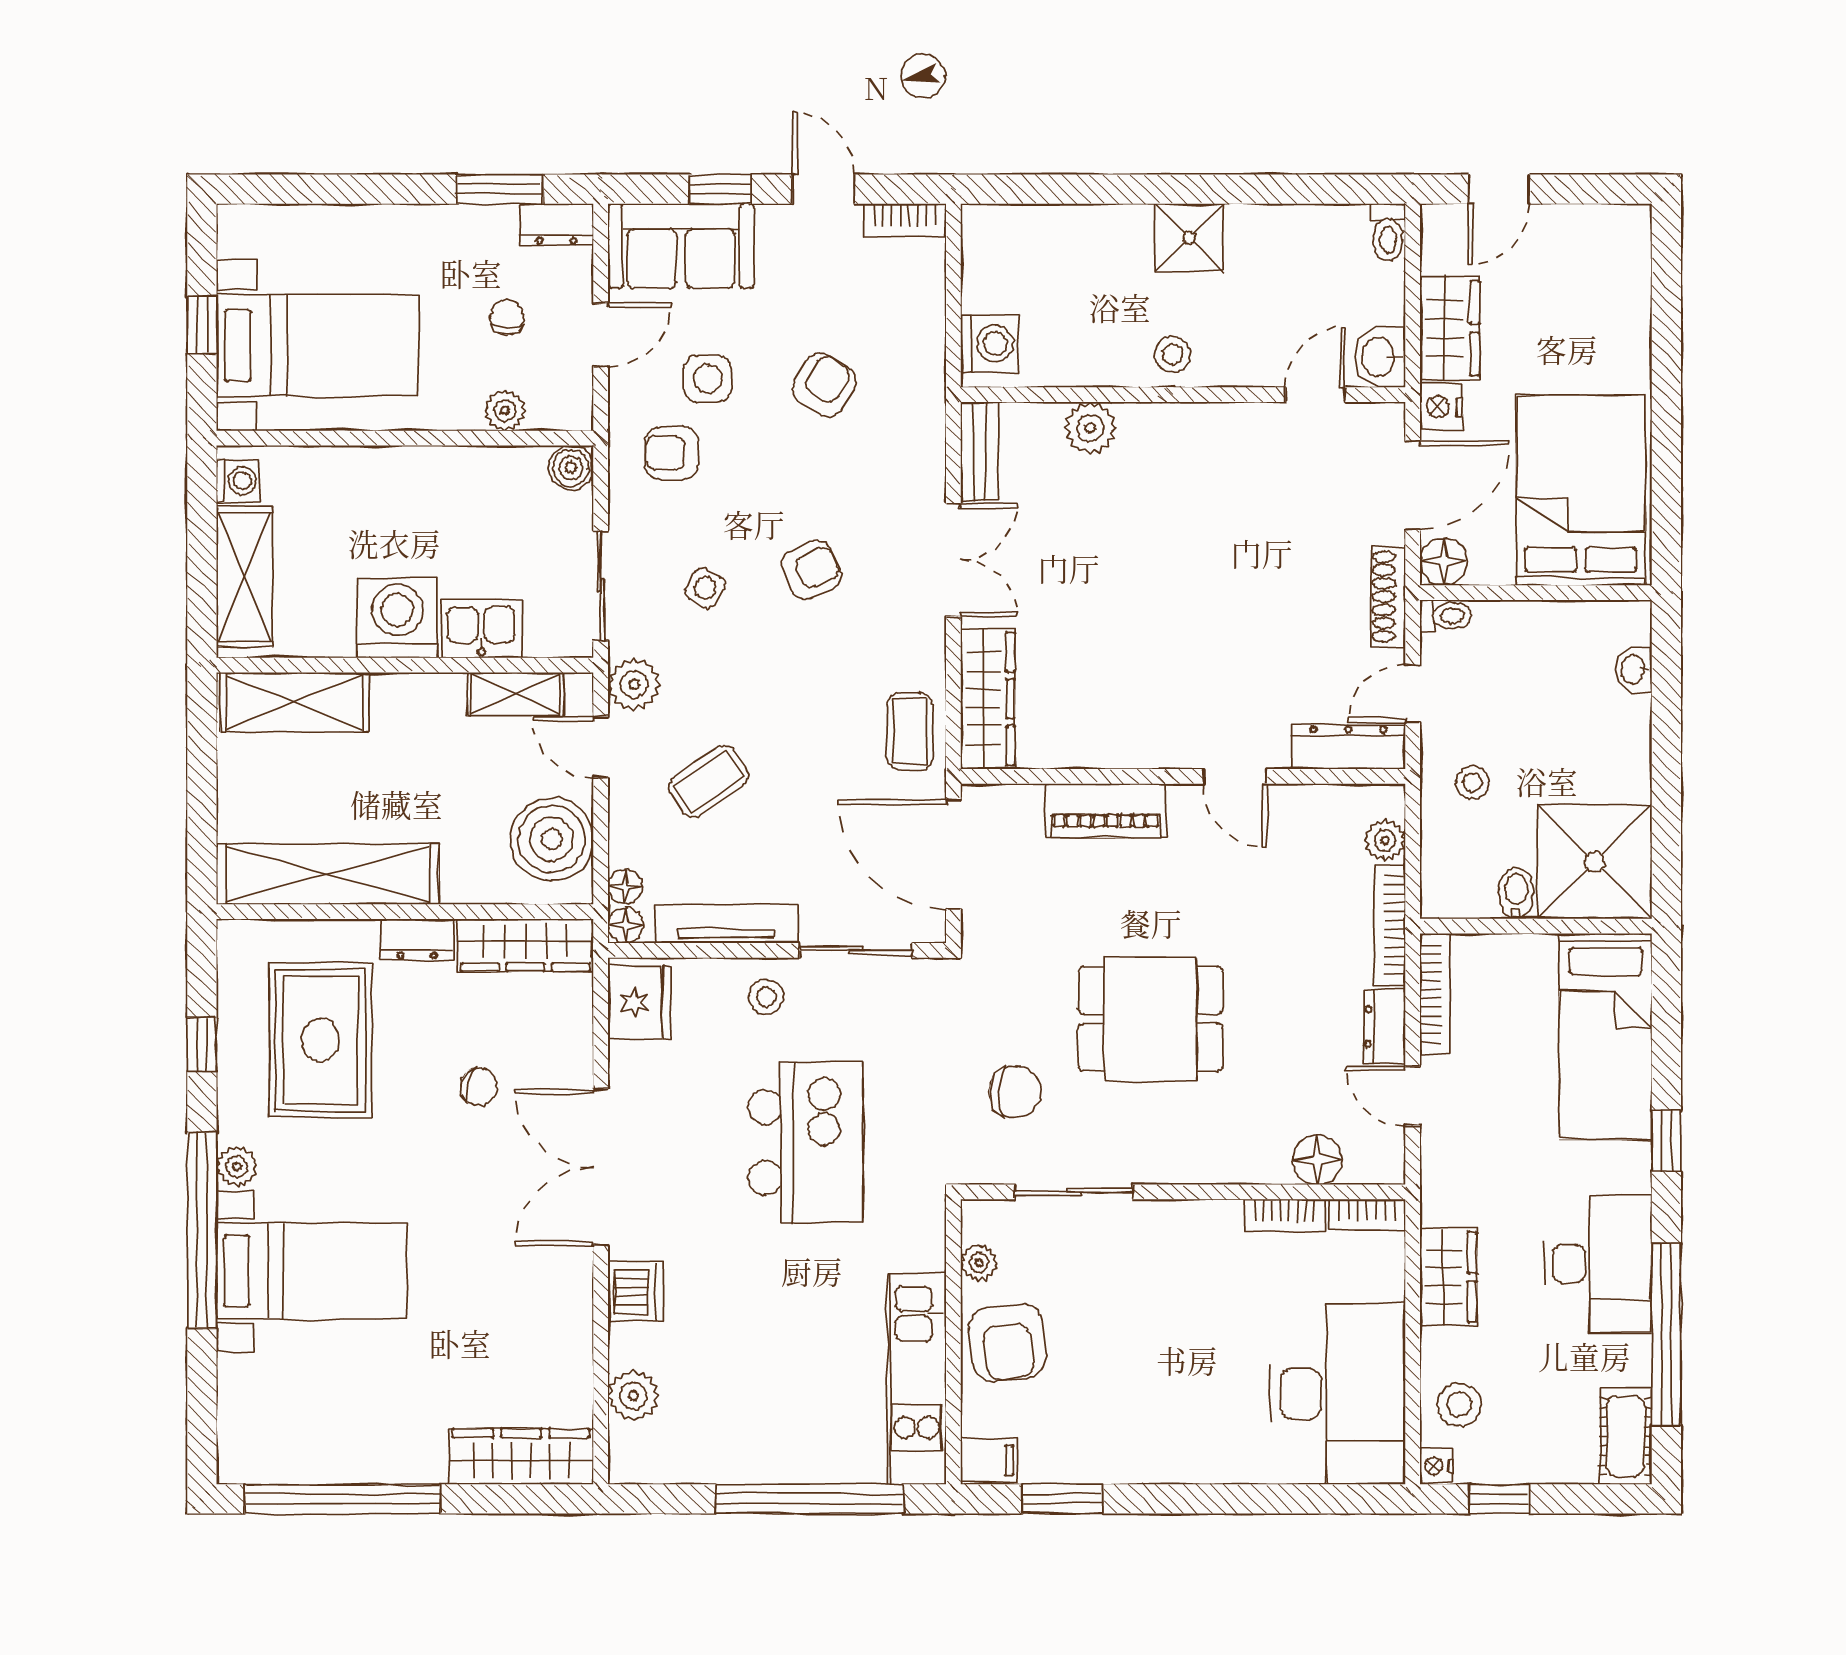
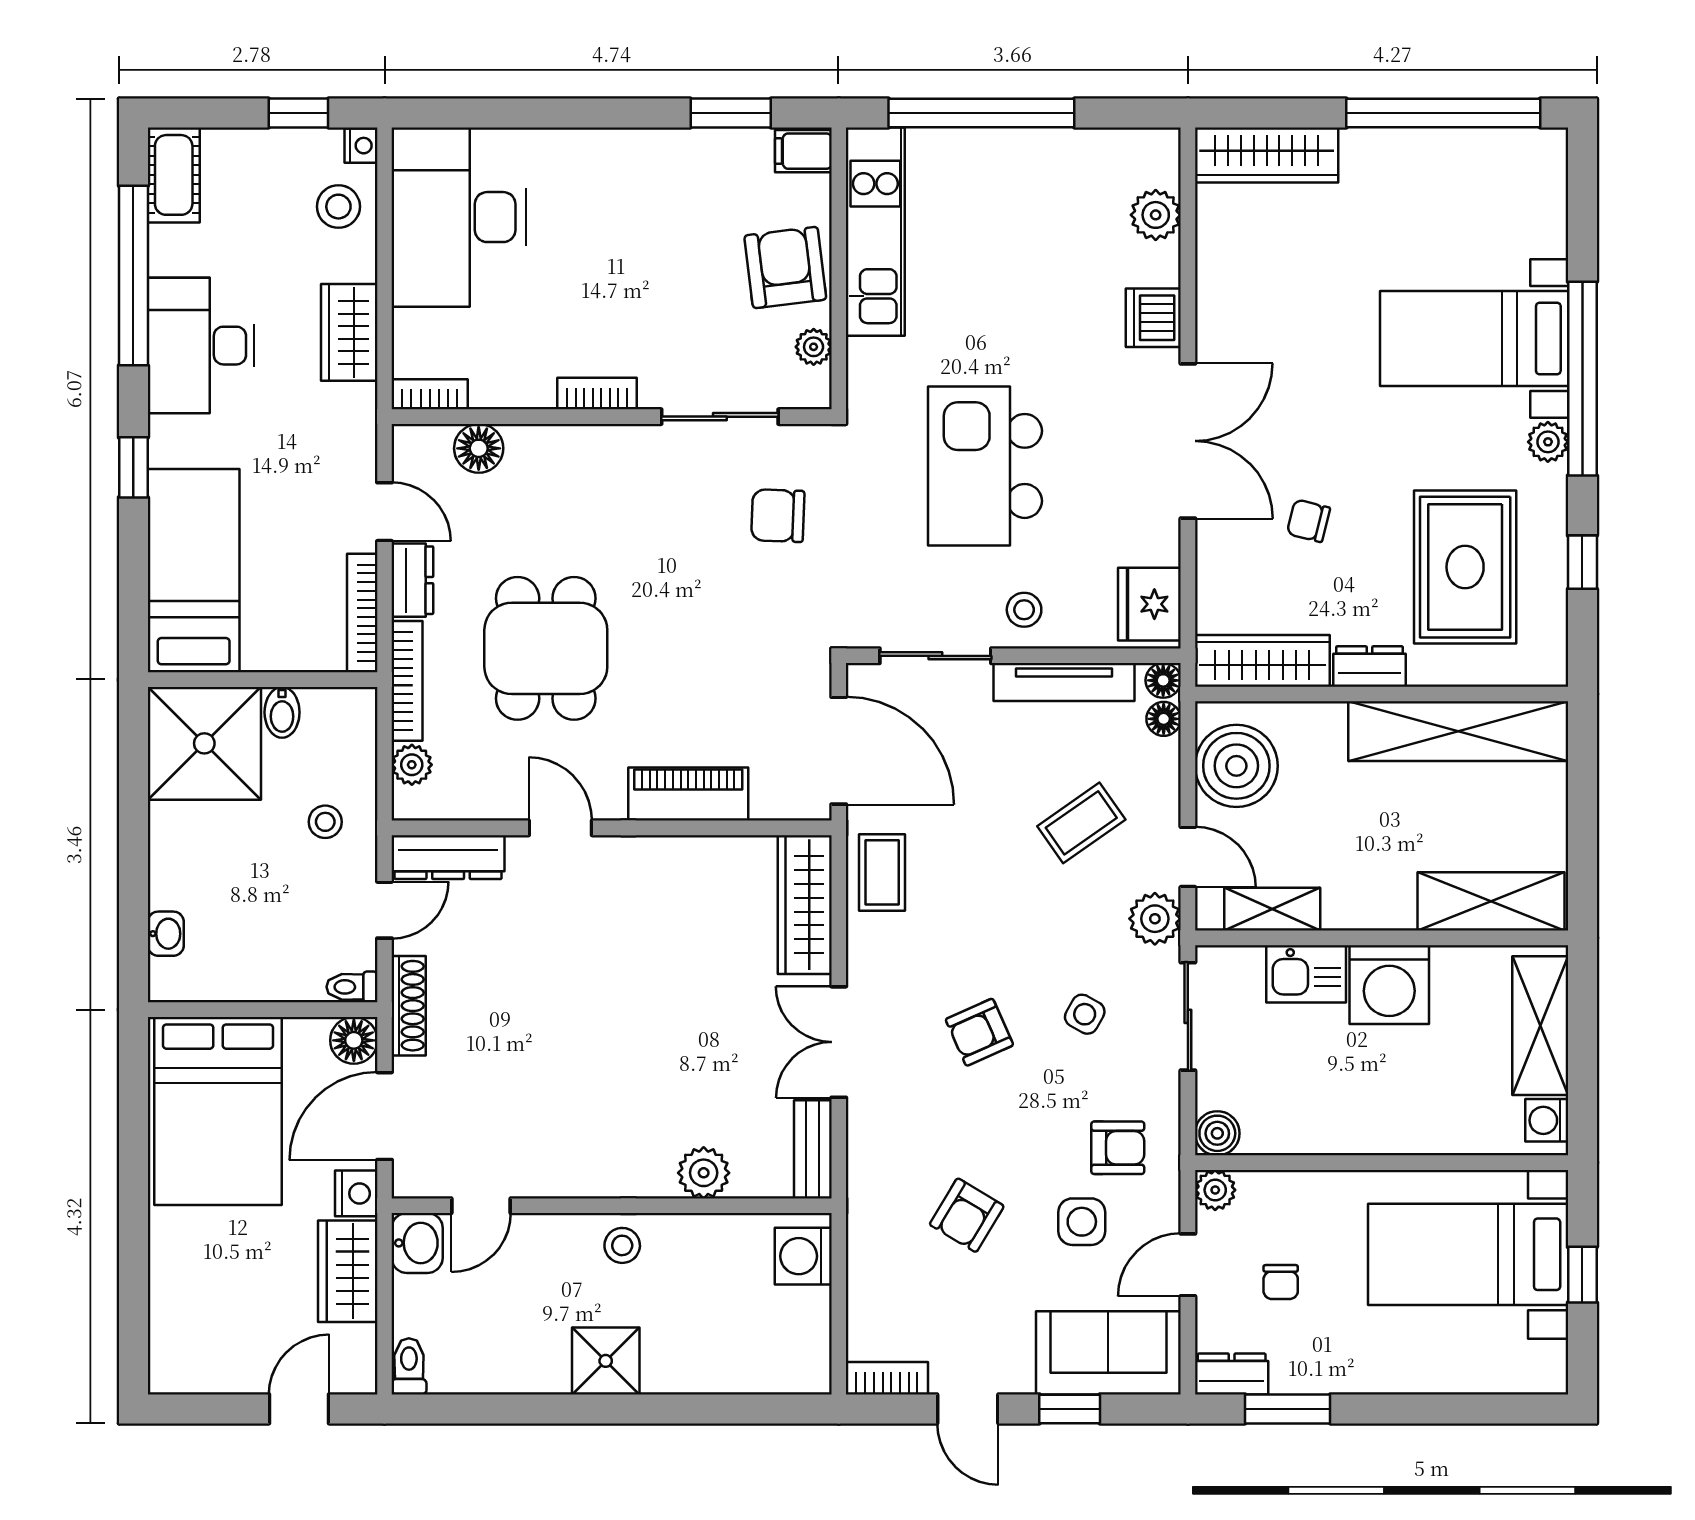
plant: (505, 410) -> (1215, 1190), moved
dining table: (1150, 1019) -> (546, 648), moved, turned 90
bookcase: (1285, 1215) -> (597, 394), moved

